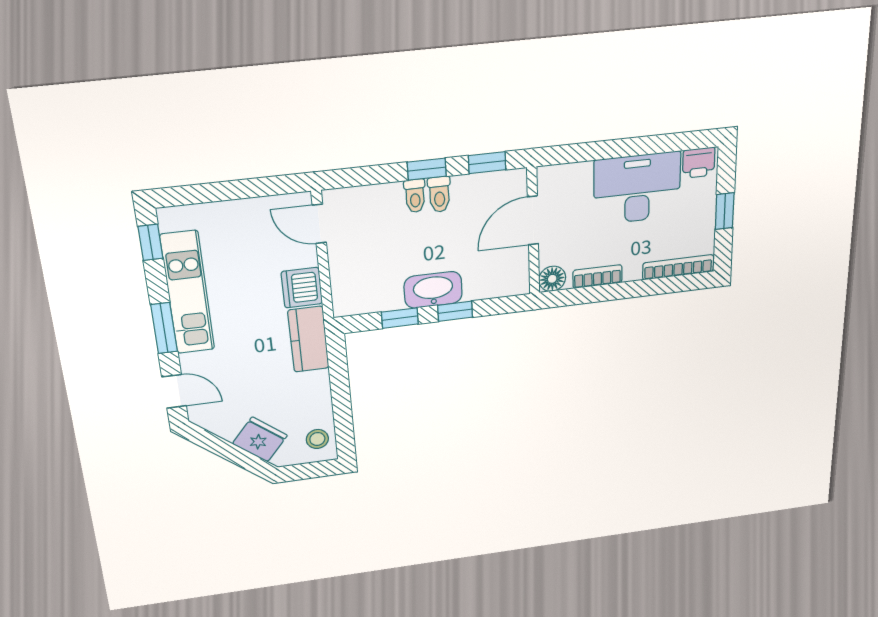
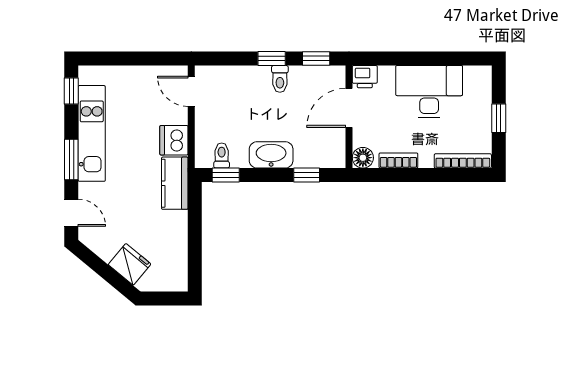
printer: (699, 163) -> (365, 77), moved
toilet: (415, 196) -> (222, 156), moved, turned 180
window: (455, 311) -> (307, 175), moved
window: (400, 318) -> (226, 175), moved
stool: (317, 439) -> (173, 271), removed

